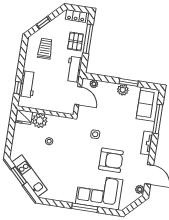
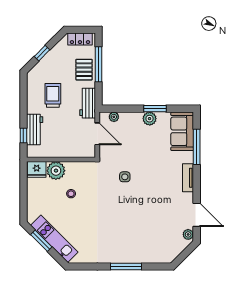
trolley: (45, 49) -> (53, 95), moved
armchair: (111, 160) -> (148, 205), removed
corner sofa: (99, 192) -> (140, 245), removed

